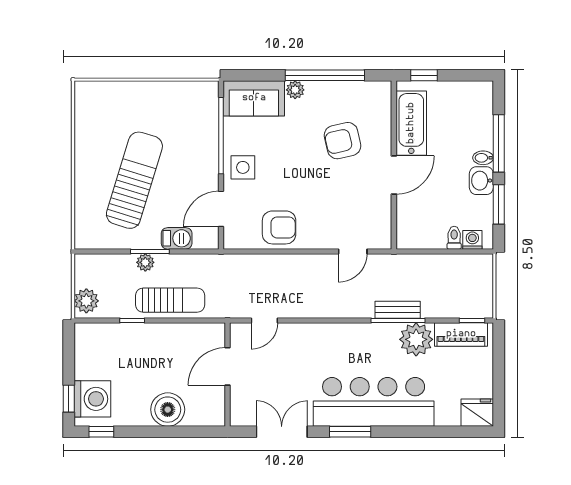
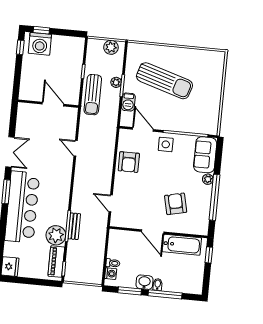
plant: (86, 301) -> (111, 47), moved
door: (228, 366) -> (53, 104), moved
wall: (228, 375) -> (48, 104), moved
boiler: (168, 410) -> (29, 87), removed

